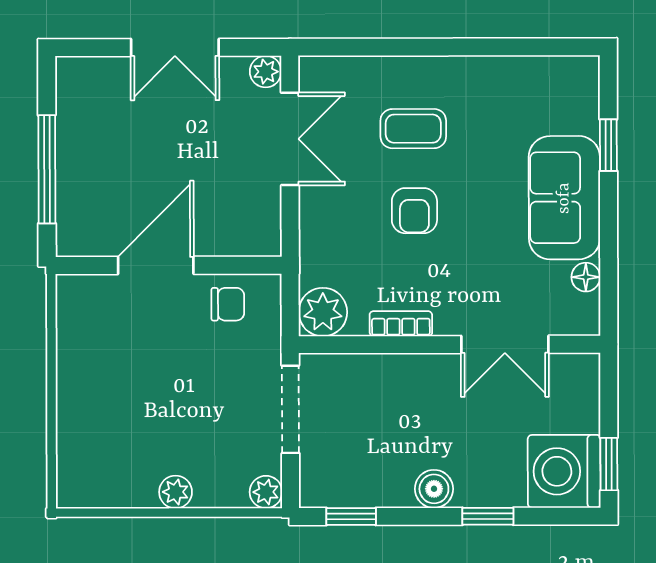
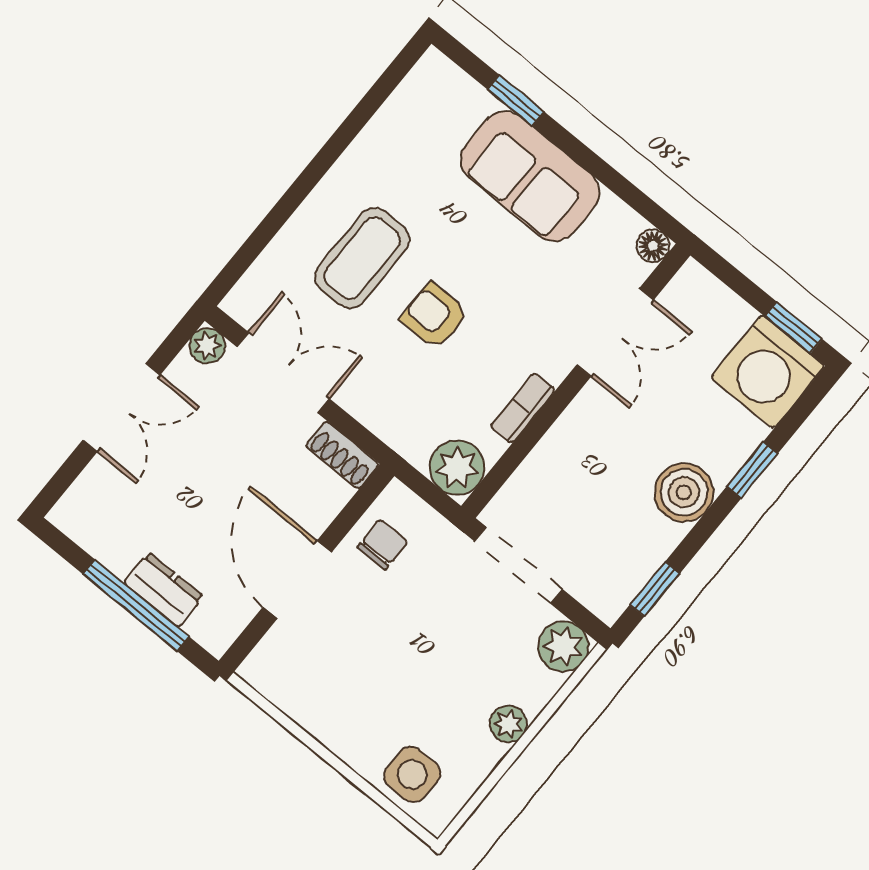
coffee table: (413, 129) -> (362, 258), width x1.36, depth x1.30
dresser: (73, 179) -> (164, 590), added
armchair: (414, 211) -> (434, 316), turned 180
shoe rack: (267, 226) -> (342, 455), added
floor lamp: (586, 277) -> (653, 246), moved
side table: (87, 454) -> (412, 774), added
boiler: (434, 489) -> (684, 492), width x1.36, depth x1.36
plant: (266, 492) -> (563, 646), width x1.38, depth x1.38

